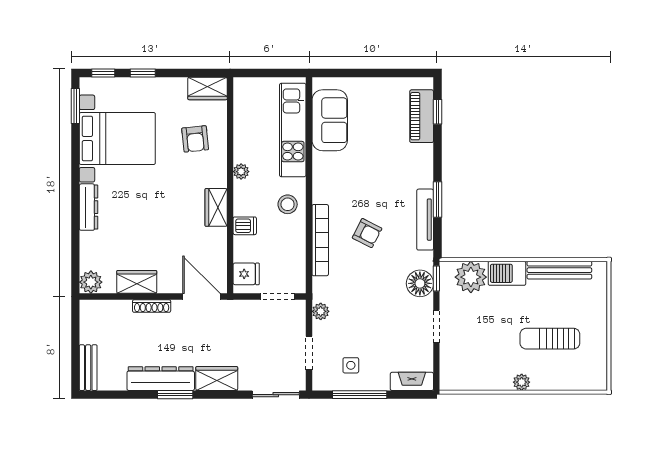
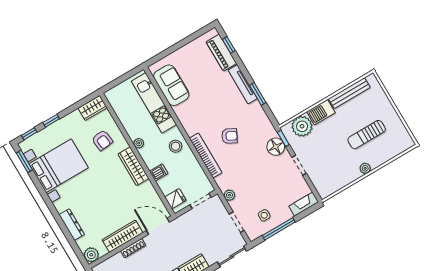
dresser: (89, 207) -> (72, 225), moved
wardrobe: (216, 207) -> (133, 166), width x1.50
tv unit: (425, 220) -> (243, 84), moved
wardrobe: (137, 282) -> (122, 236), width x1.50

